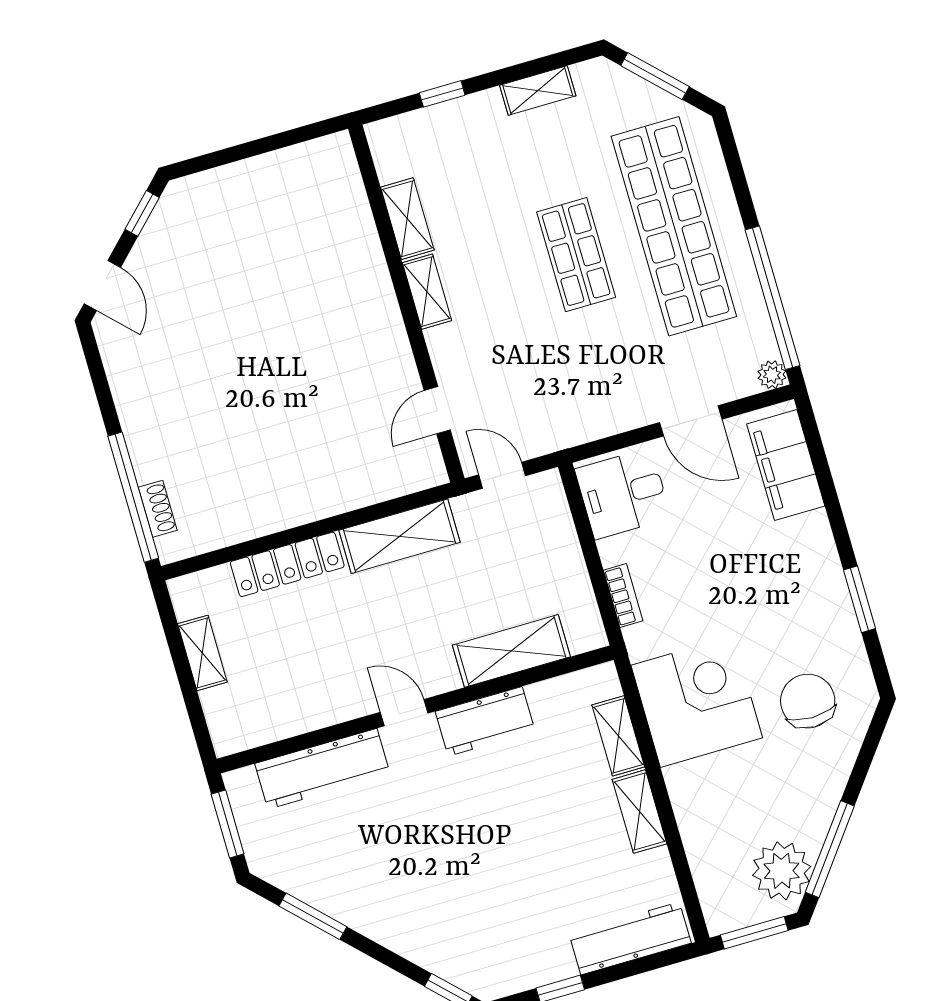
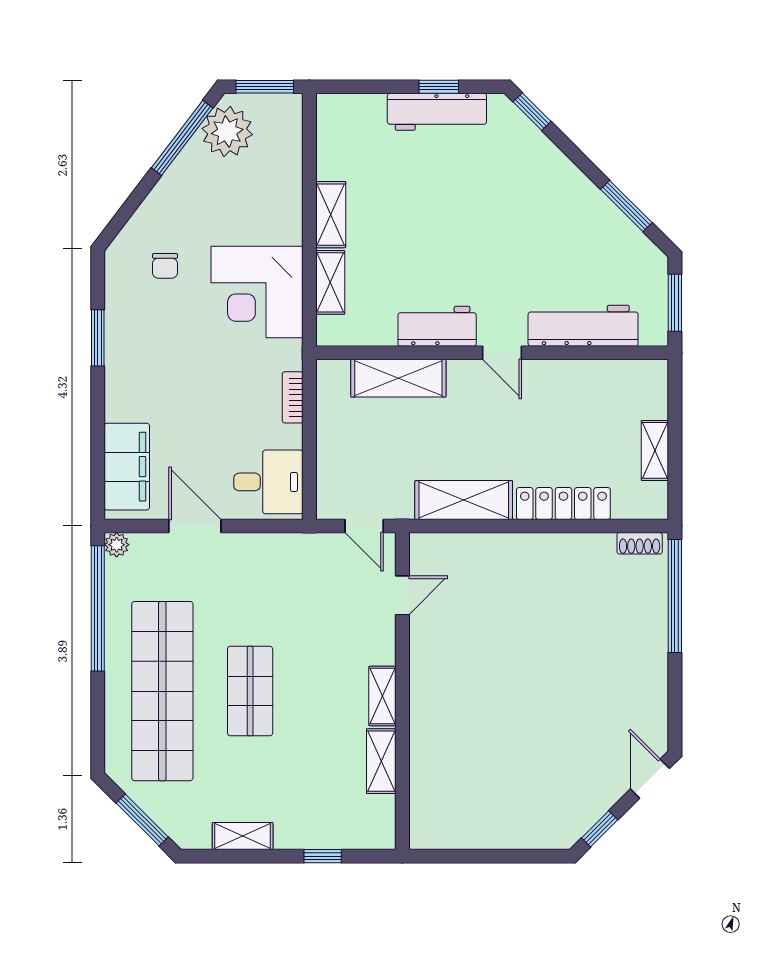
shoe rack: (158, 509) -> (640, 543), moved, turned -90
chair: (808, 701) -> (165, 266), width x0.54, depth x0.54
workbench: (630, 938) -> (437, 112), moved

